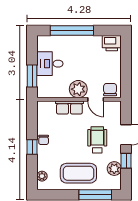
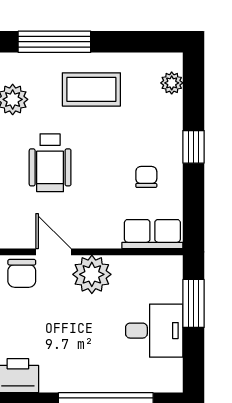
row of seats: (69, 107) -> (152, 234), moved
chair: (44, 140) -> (146, 177), moved
coffee table: (78, 173) -> (91, 89), width x0.73, depth x0.76

